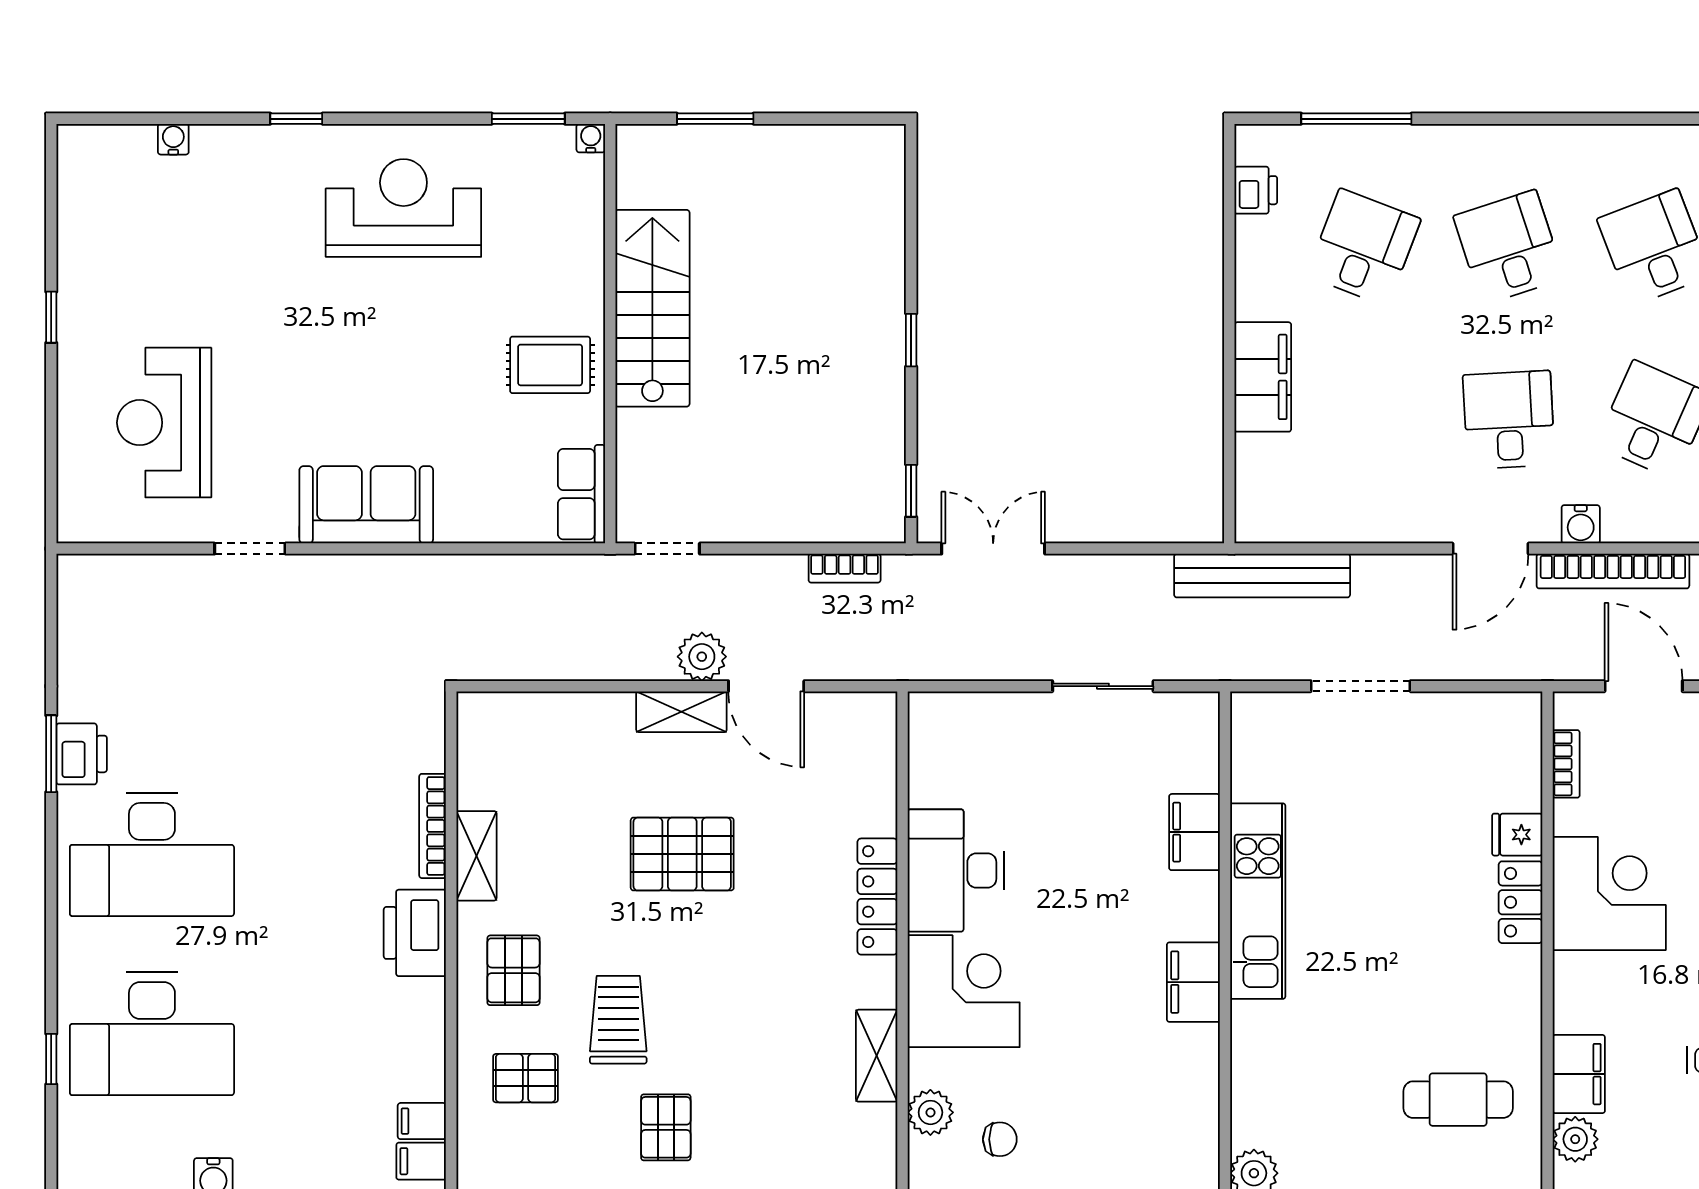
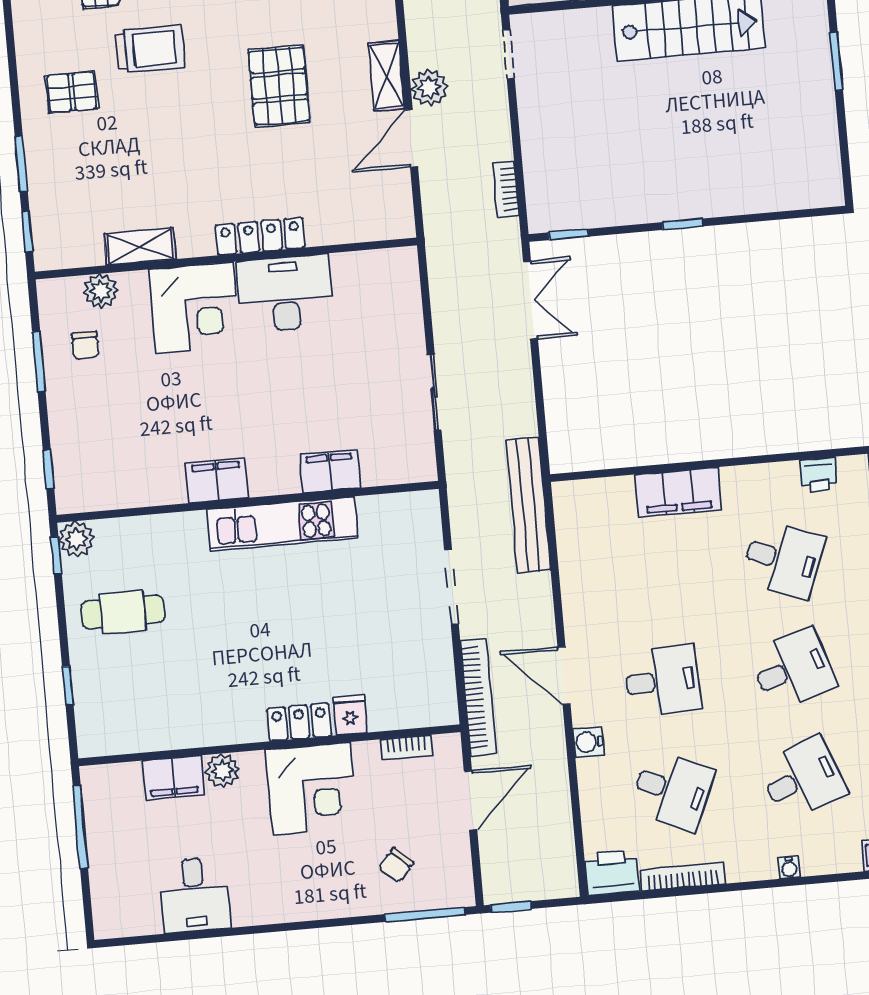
bookcase: (1613, 571) -> (478, 697), moved, turned 180
cafe table: (1458, 1100) -> (123, 612), moved, turned 90
plant: (1575, 1139) -> (222, 771), moved

